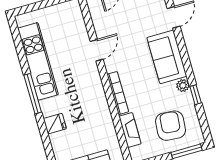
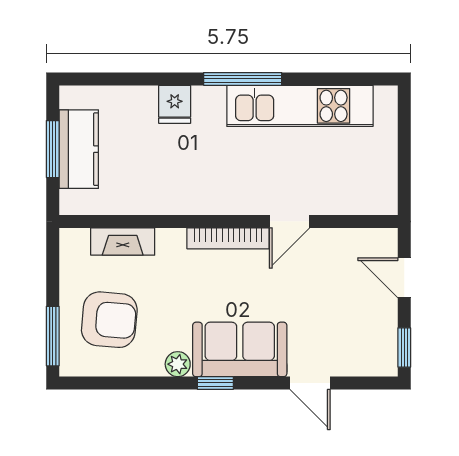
door: (97, 50) -> (289, 221), hinge flipped
bookcase: (118, 93) -> (228, 238), moved
window: (196, 95) -> (215, 383), moved

